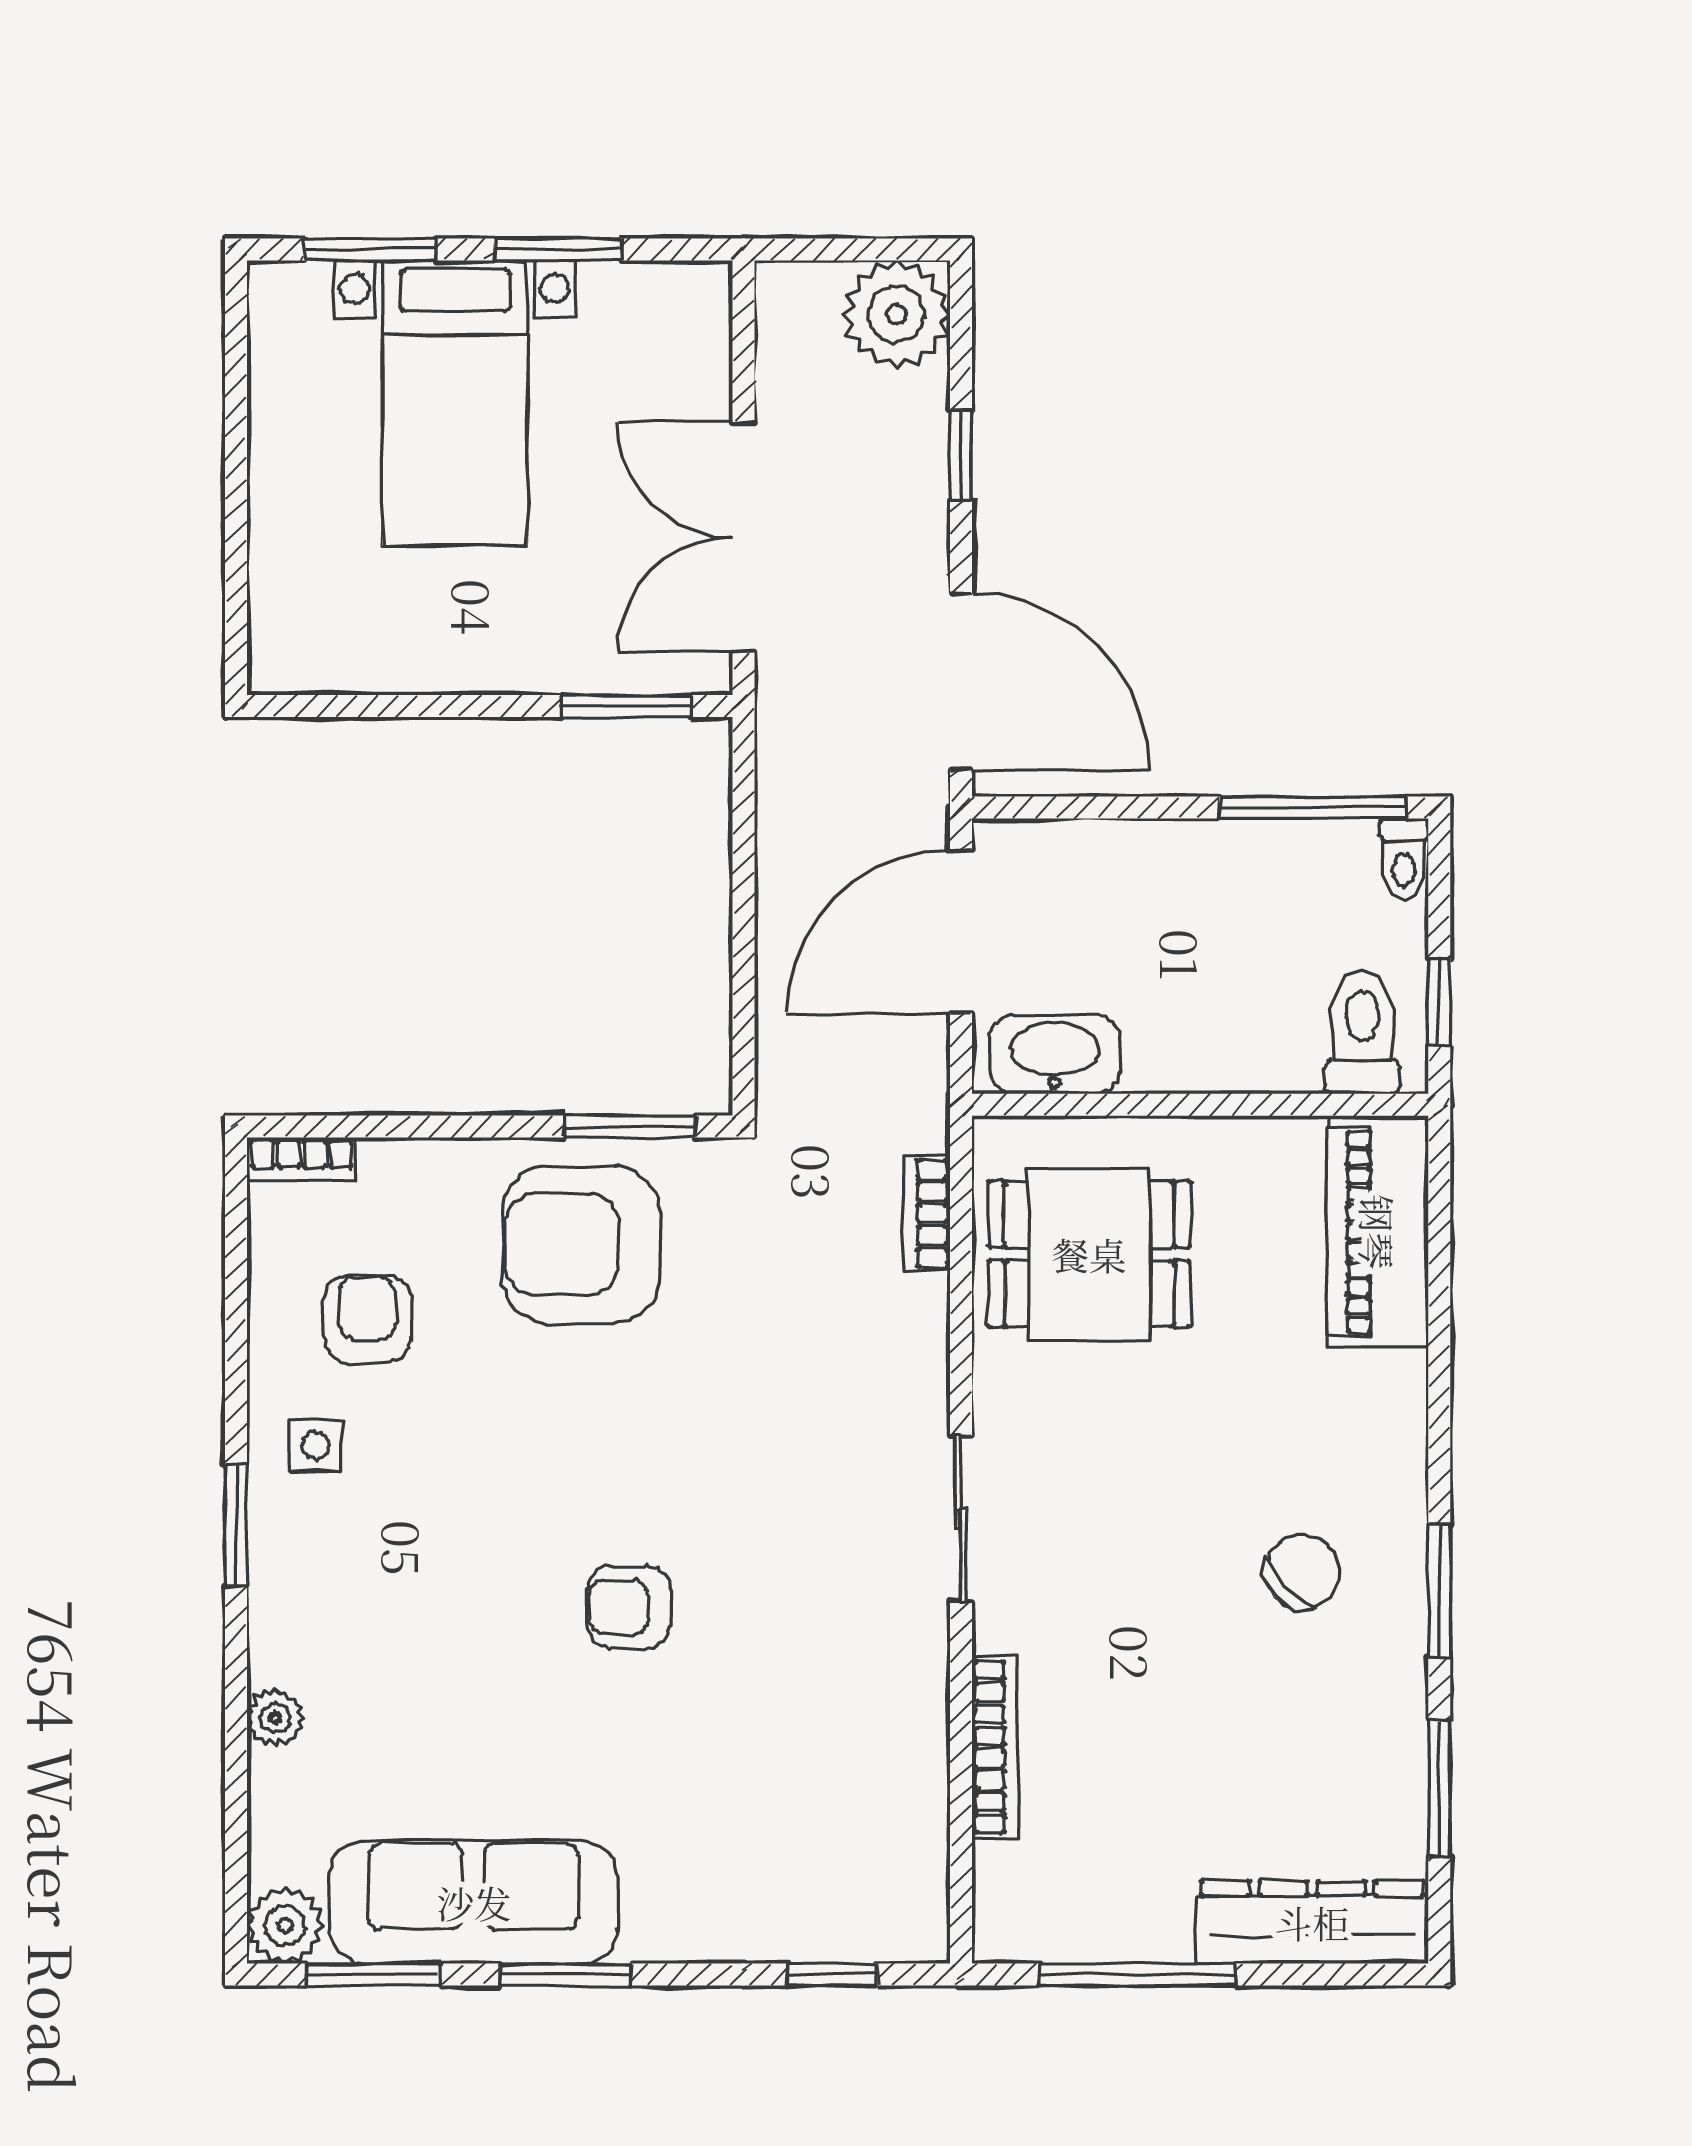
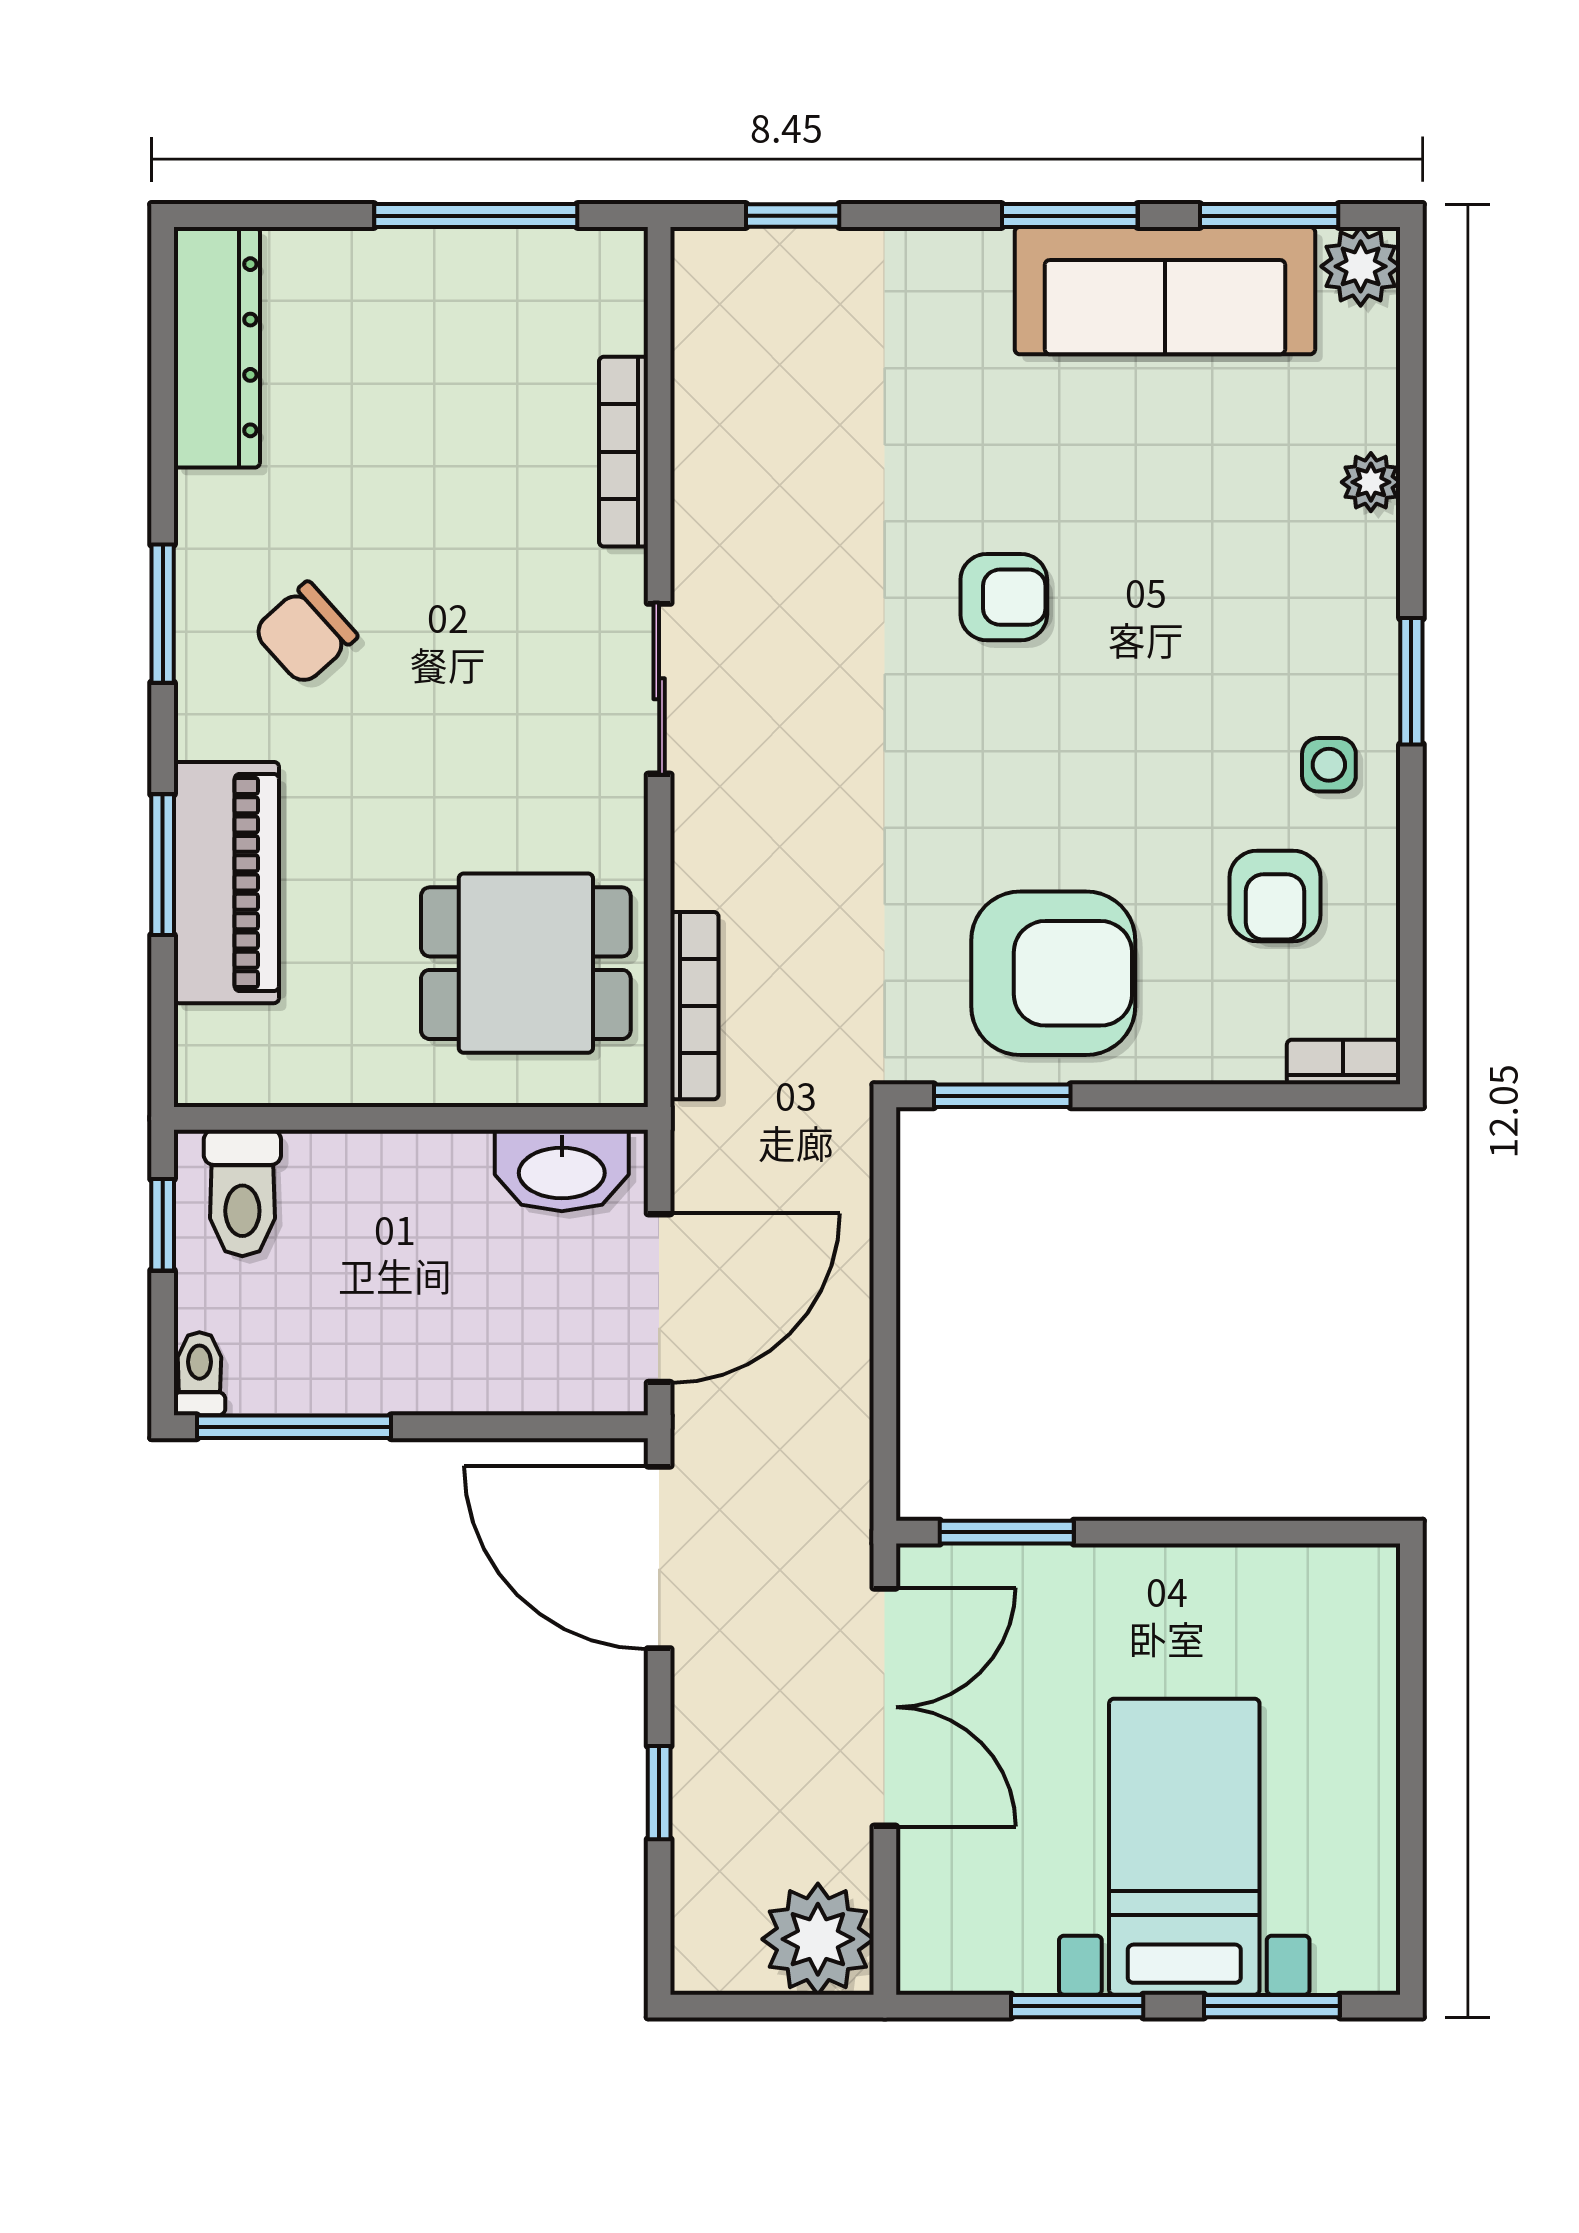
plant: (896, 314) -> (818, 1939), moved
bookcase: (927, 1213) -> (694, 1006), width x1.56
piano: (1378, 1232) -> (226, 883), moved
window: (1439, 1788) -> (163, 865), moved
dresser: (1312, 1922) -> (217, 347), moved, turned -90

